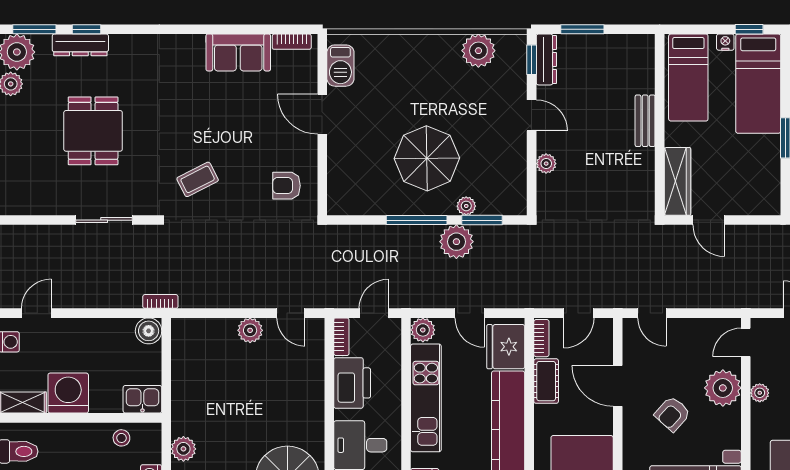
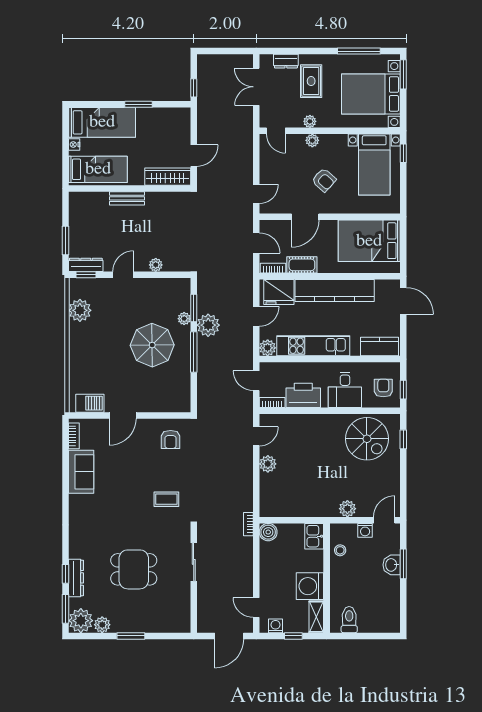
window: (749, 29) -> (65, 129), removed
coffee table: (198, 179) -> (166, 499), turned -63
plant: (723, 388) -> (312, 140), width x0.53, depth x0.53

